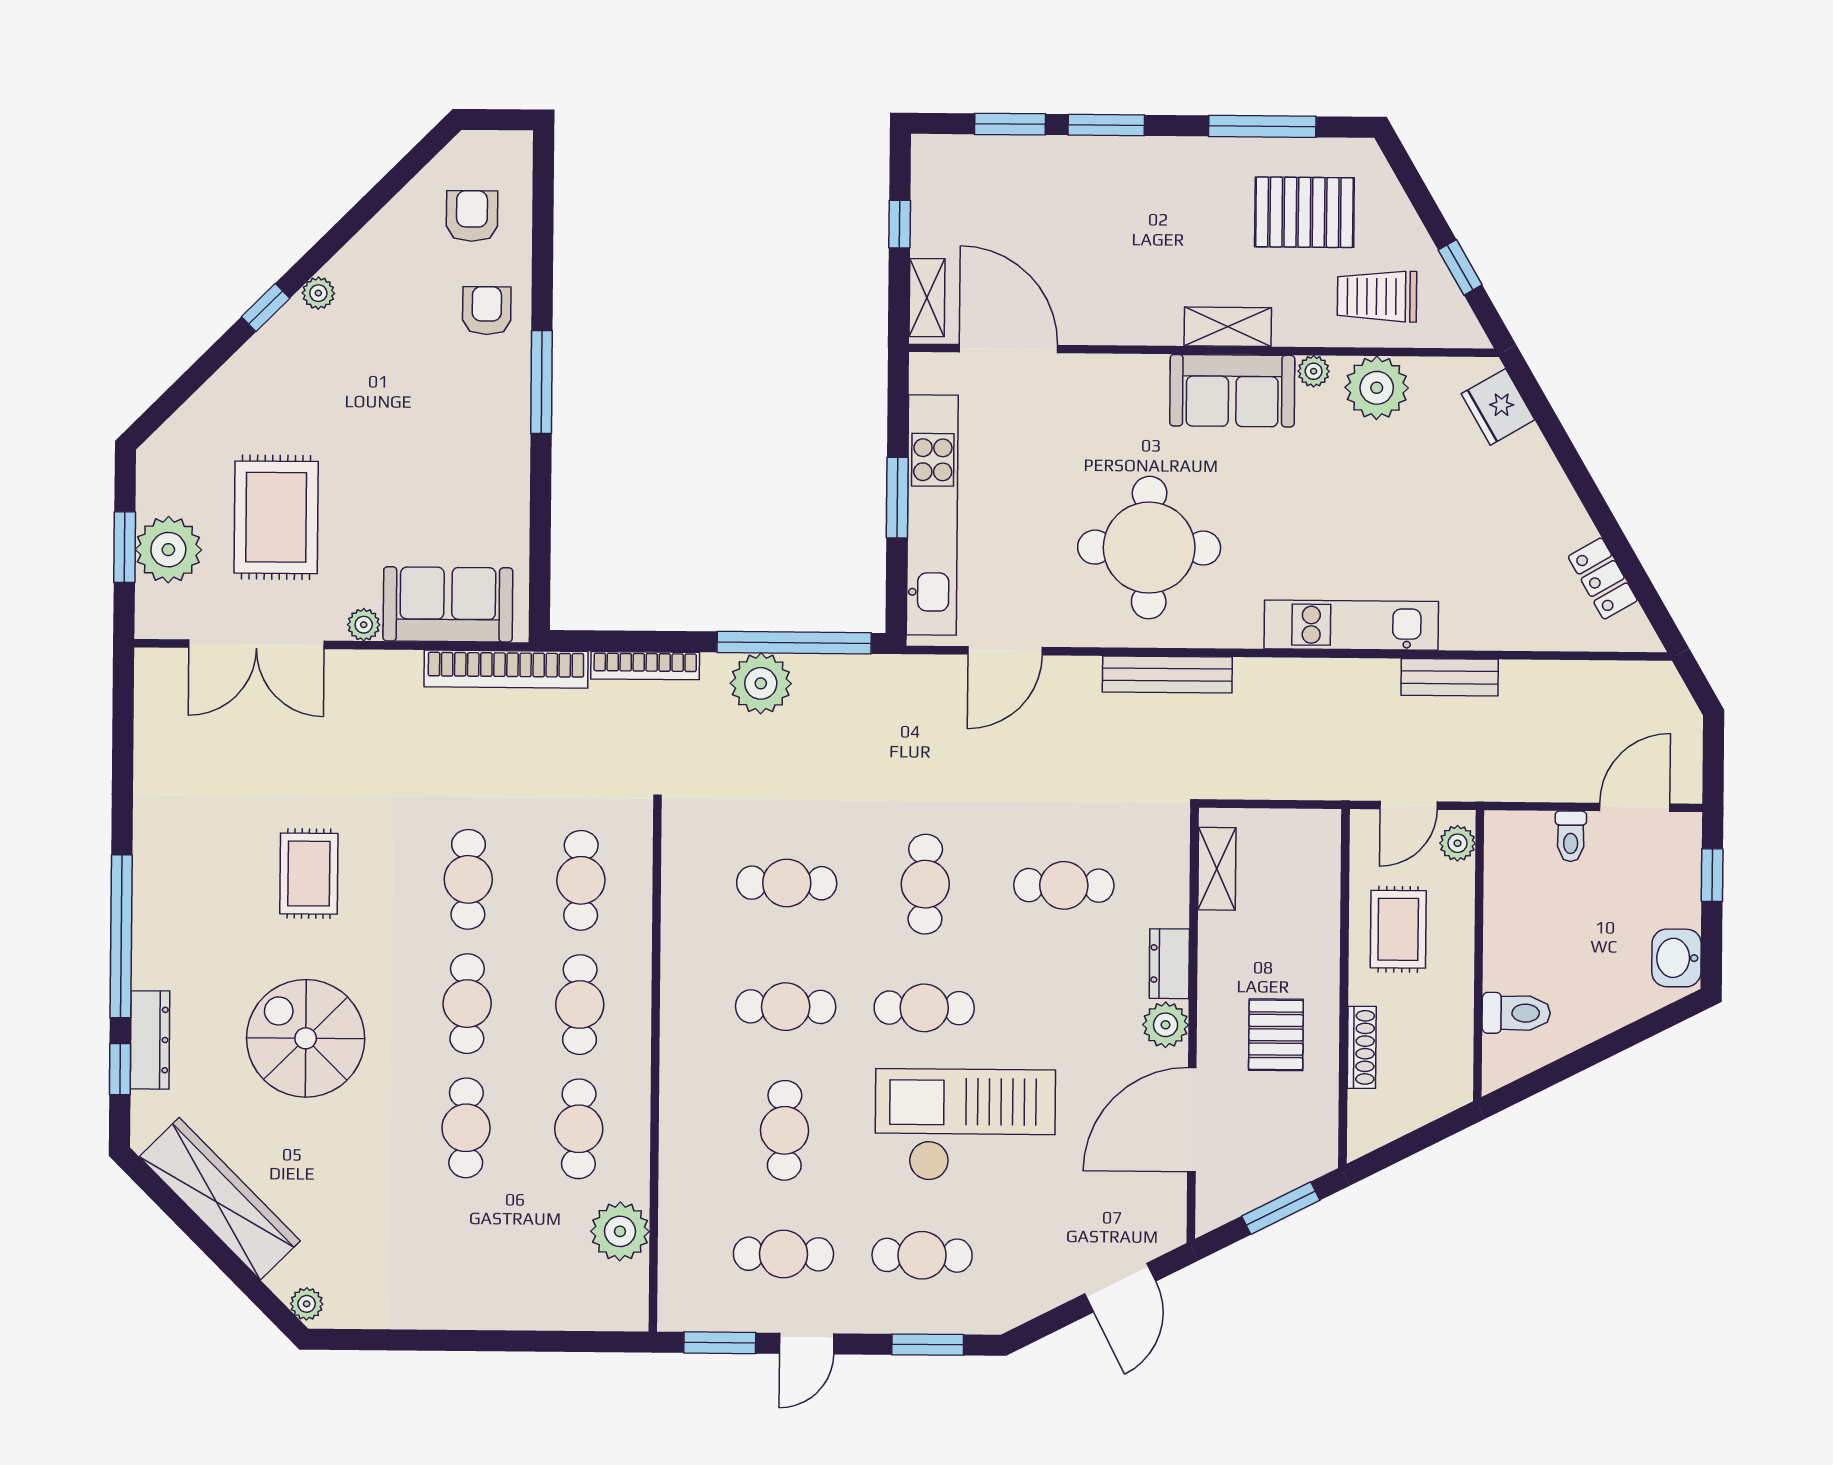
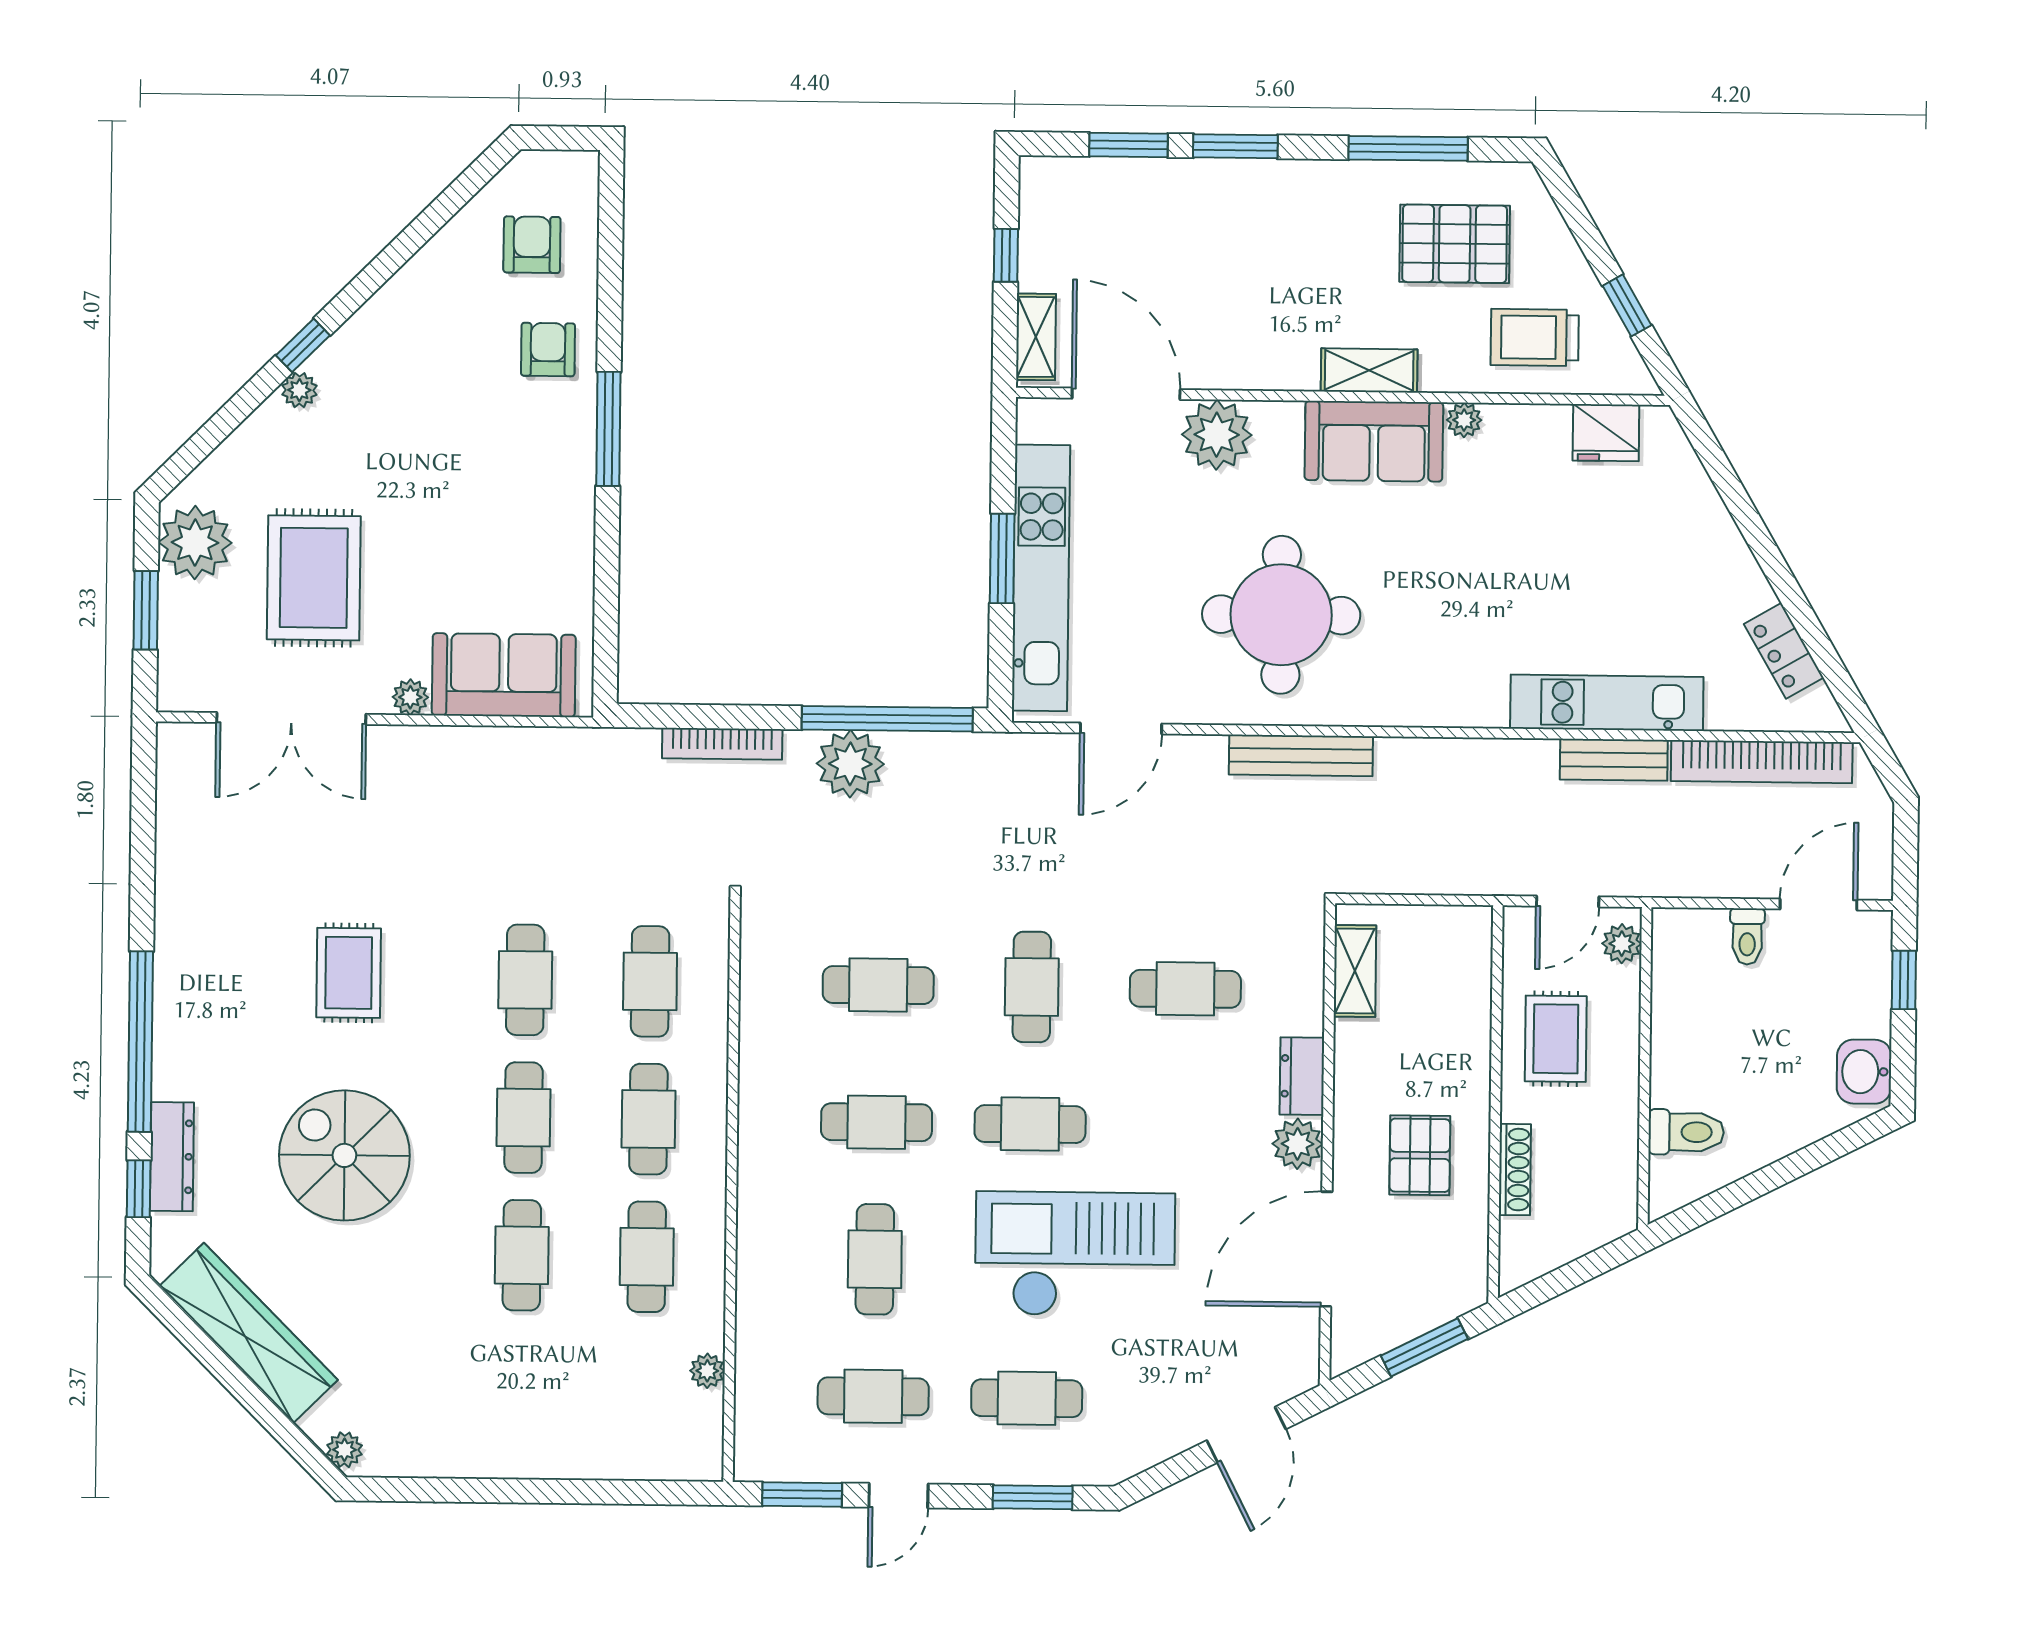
plant: (318, 293) -> (299, 390), moved
plant: (1377, 388) -> (1217, 435), moved
fridge: (1498, 407) -> (1606, 433), moved, turned -60
plant: (168, 550) -> (195, 543), moved
kitchen unit: (1351, 625) -> (1607, 703), moved
bookcase: (506, 669) -> (1762, 762), moved
plant: (620, 1231) -> (707, 1371), width x0.53, depth x0.53

